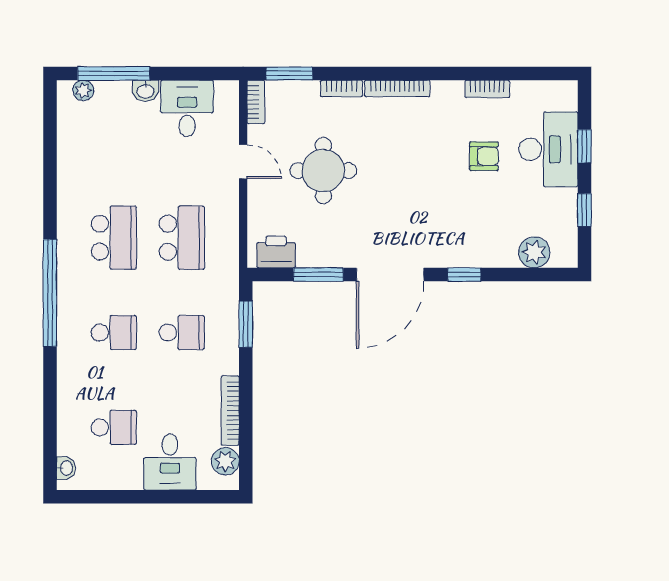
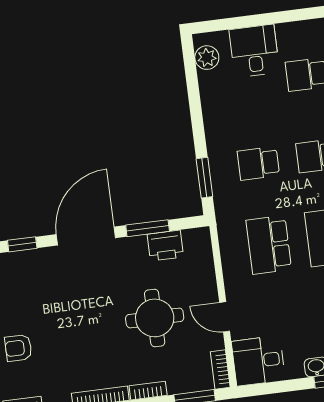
desk: (187, 108) -> (258, 361), moved, turned 90
printer: (276, 252) -> (165, 246), moved
bookcase: (230, 411) -> (208, 102), removed

